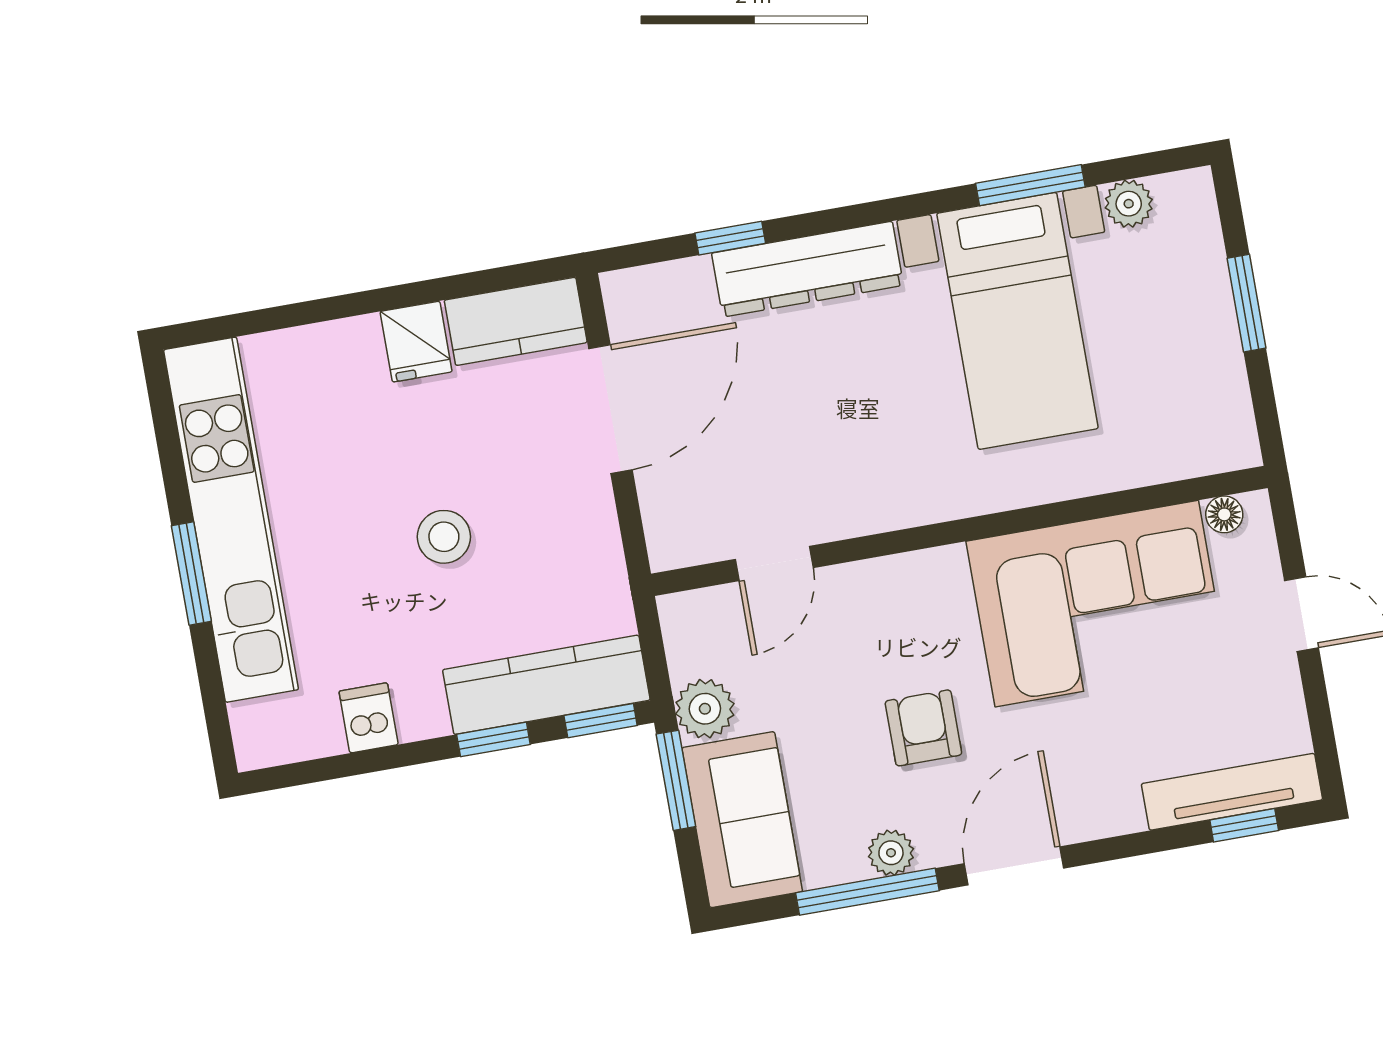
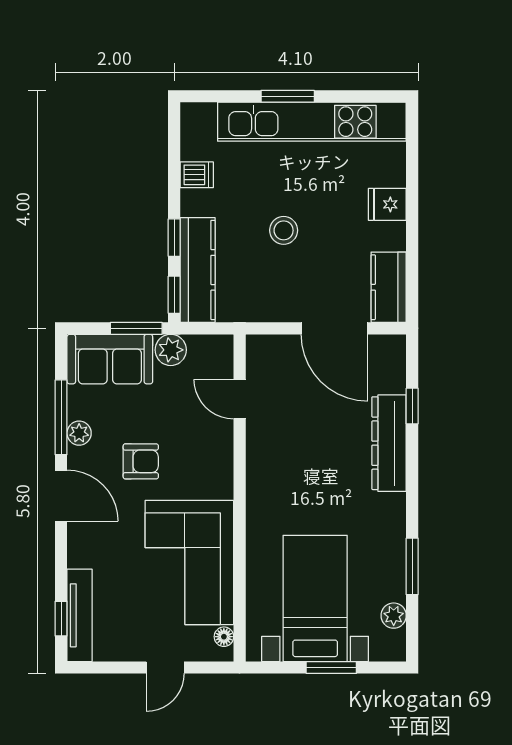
bed with nightstands: (1017, 321) -> (315, 598), moved, turned 90
fridge: (416, 342) -> (387, 204), moved

